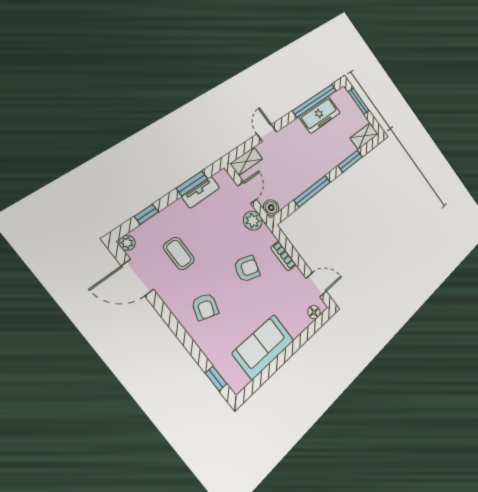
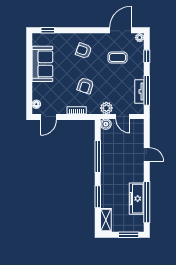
shelving: (246, 161) -> (139, 129), removed
window: (192, 183) -> (147, 90), width x1.44

